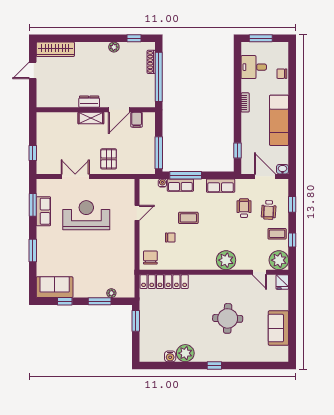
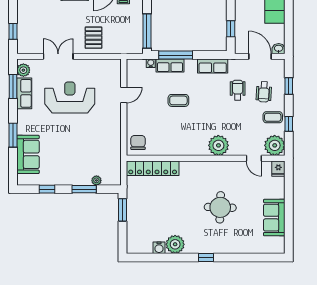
plant: (43, 189) -> (23, 70), added
chair: (170, 237) -> (159, 121), removed
sofa: (55, 287) -> (28, 154), moved, turned 90

